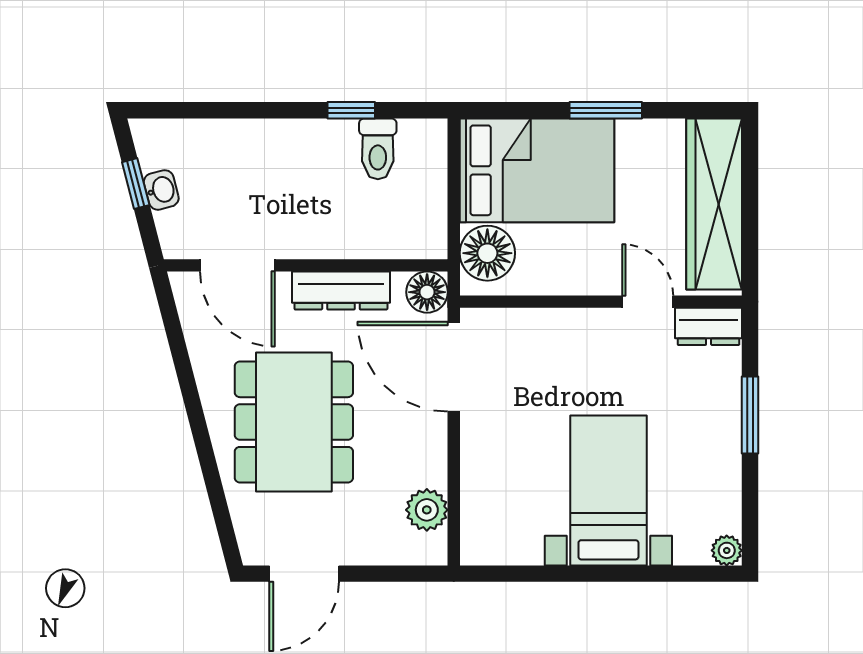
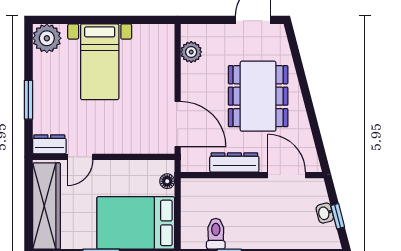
floor lamp: (487, 253) -> (167, 181), width x0.53, depth x0.53
floor lamp: (427, 292) -> (191, 162), removed
door: (648, 302) -> (80, 157), hinge flipped
plant: (727, 550) -> (47, 38), width x1.88, depth x1.88

